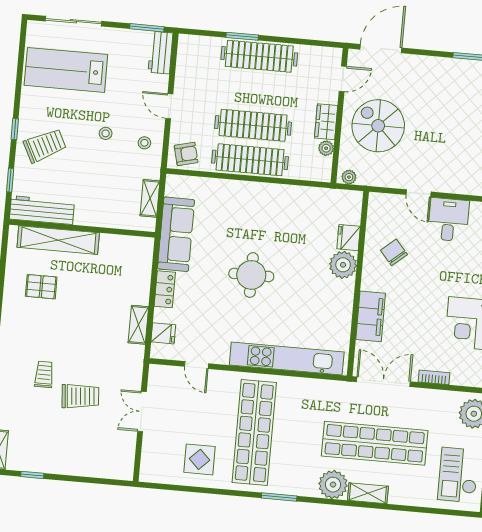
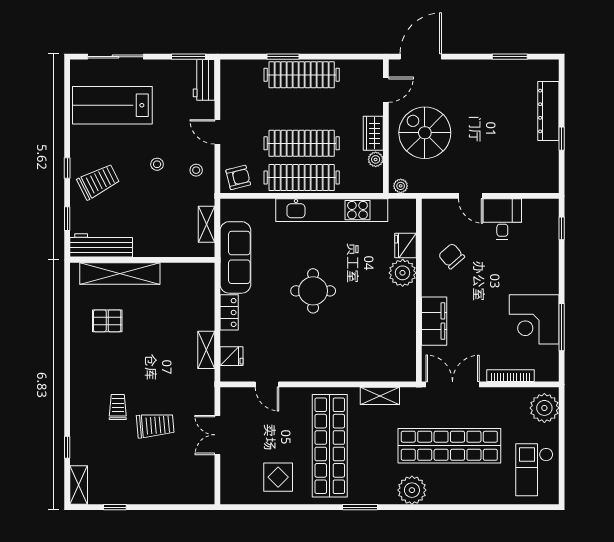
kitchen unit: (287, 359) -> (332, 210), moved, turned 180
bookcase: (434, 377) -> (510, 376), width x1.56
shelving: (368, 493) -> (380, 396), moved

